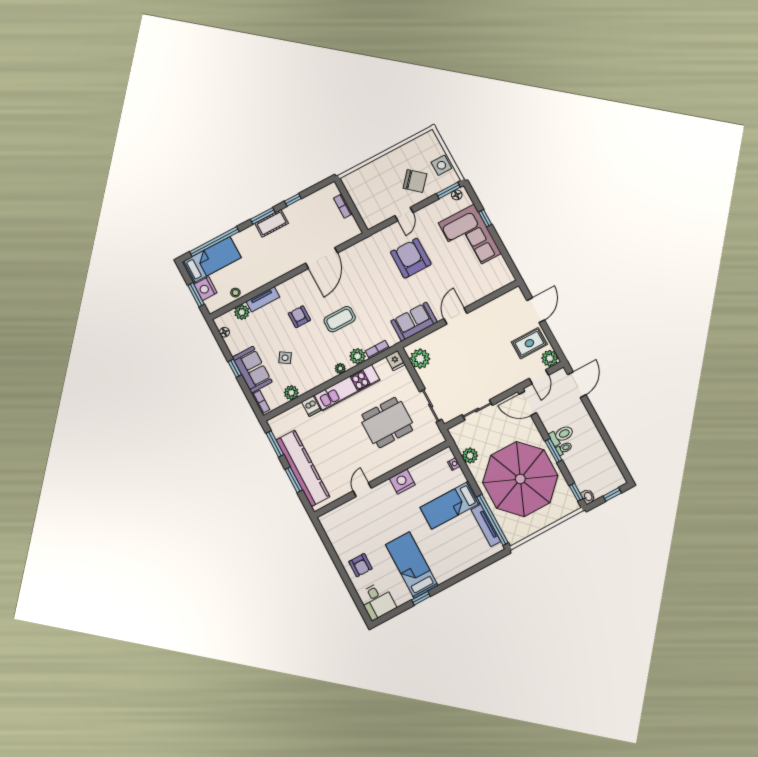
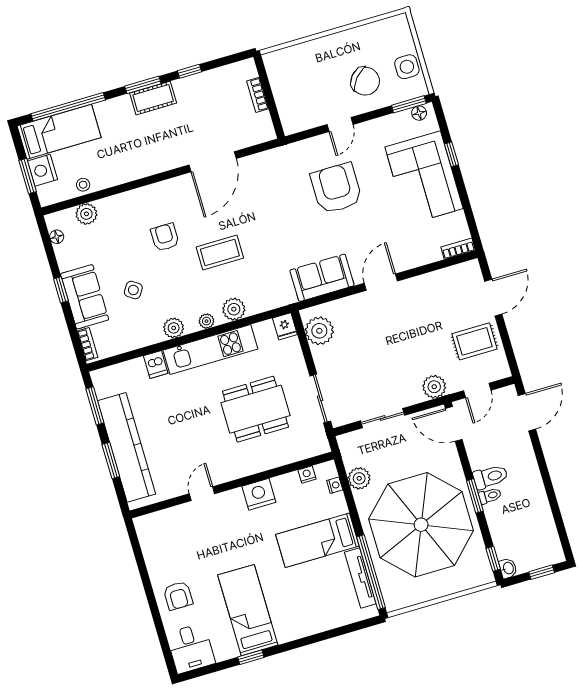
tv unit: (263, 299) -> (119, 202), removed
bookcase: (377, 350) -> (458, 249), moved
plant: (550, 358) -> (434, 387), moved
plant: (291, 393) -> (174, 328), moved
nightstand: (433, 461) -> (307, 474), added

